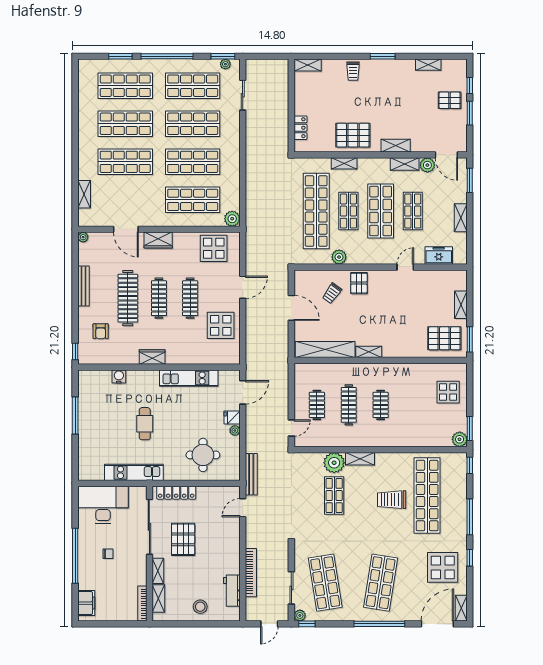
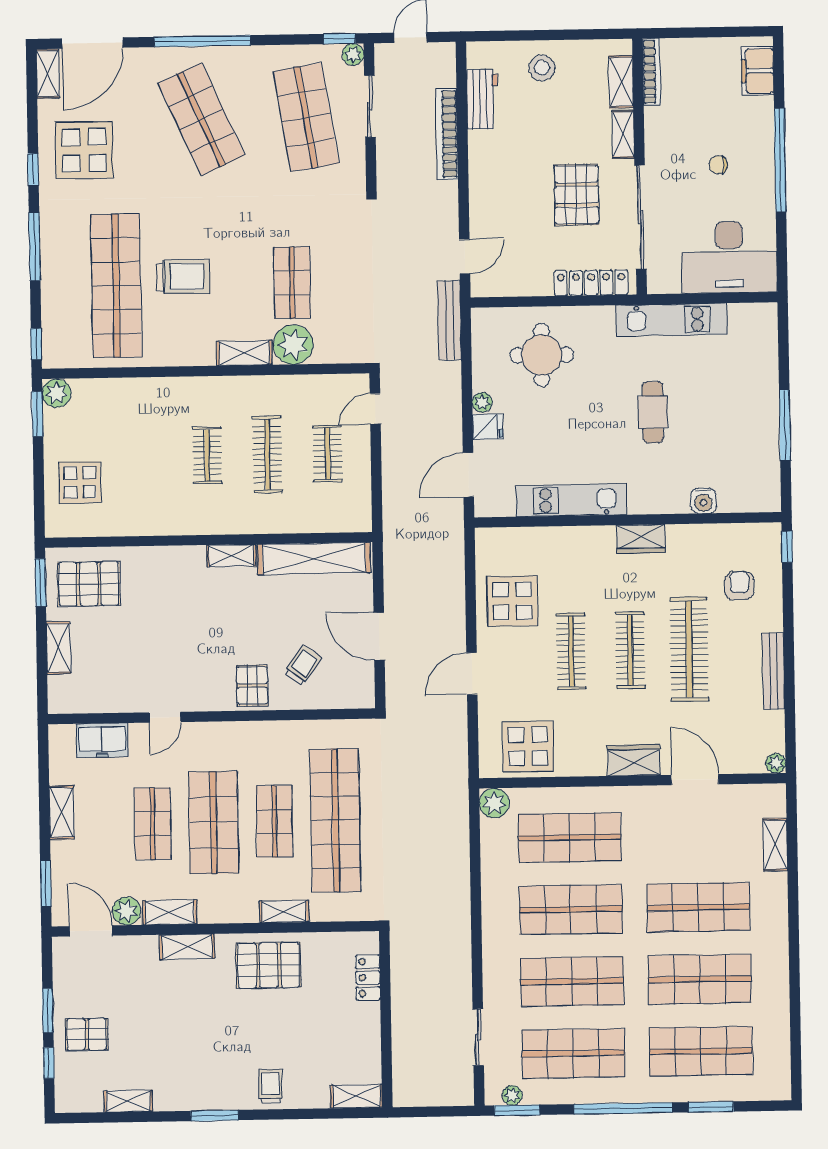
plant: (339, 257) -> (291, 734), removed
shop shelf: (381, 583) -> (201, 119), turned -33

